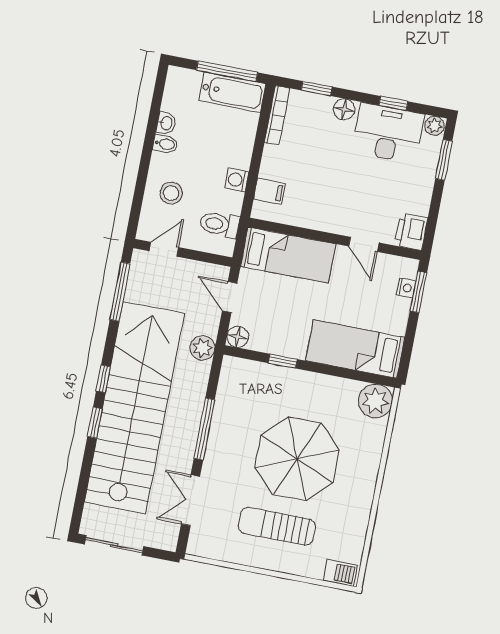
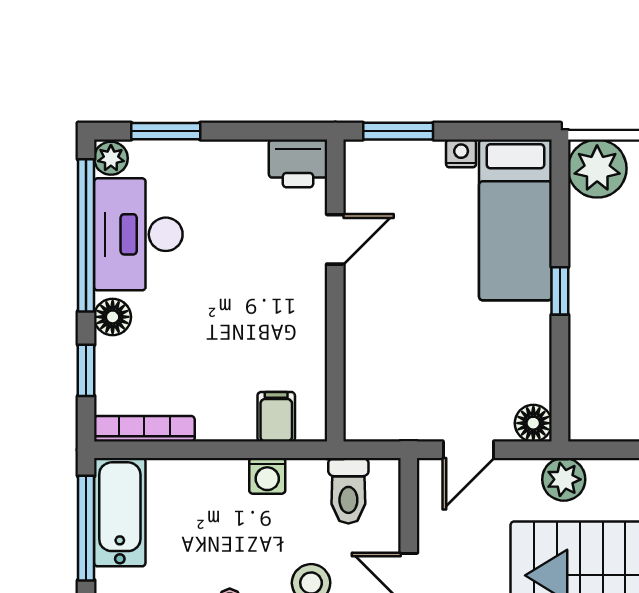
window: (393, 103) -> (86, 235), width x3.17
bed: (288, 255) -> (378, 364), removed
nightstand: (406, 288) -> (461, 153), moved
window: (283, 361) -> (560, 291), moved

